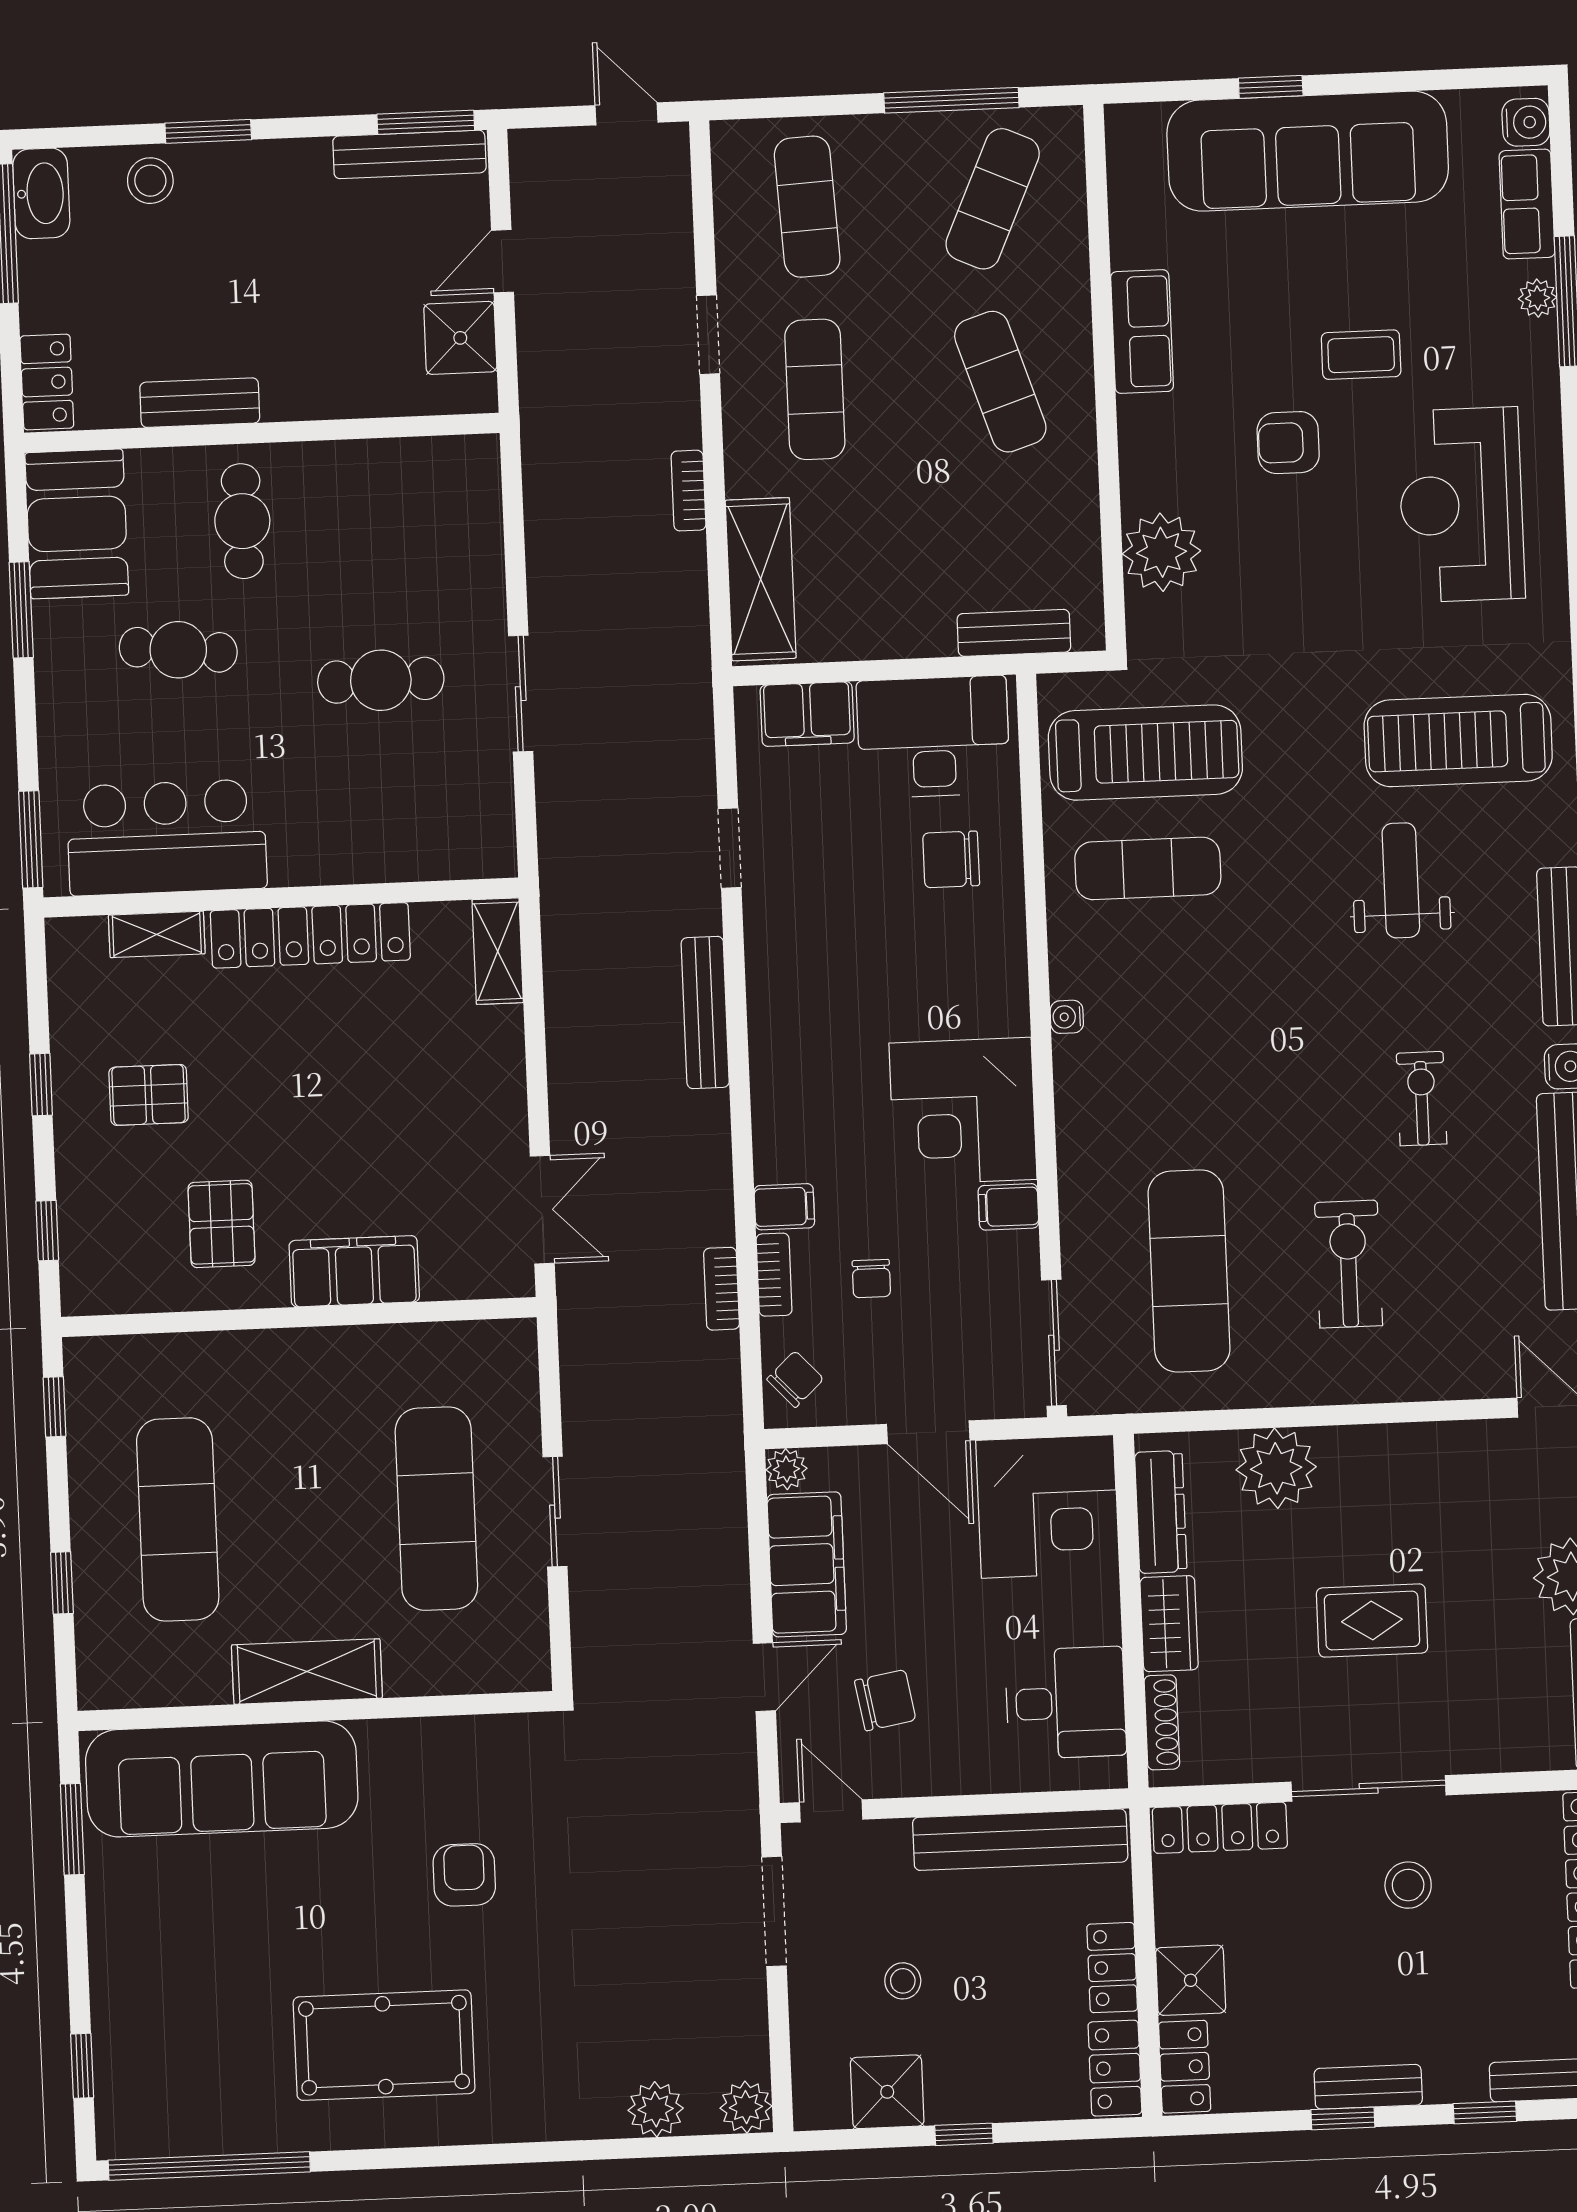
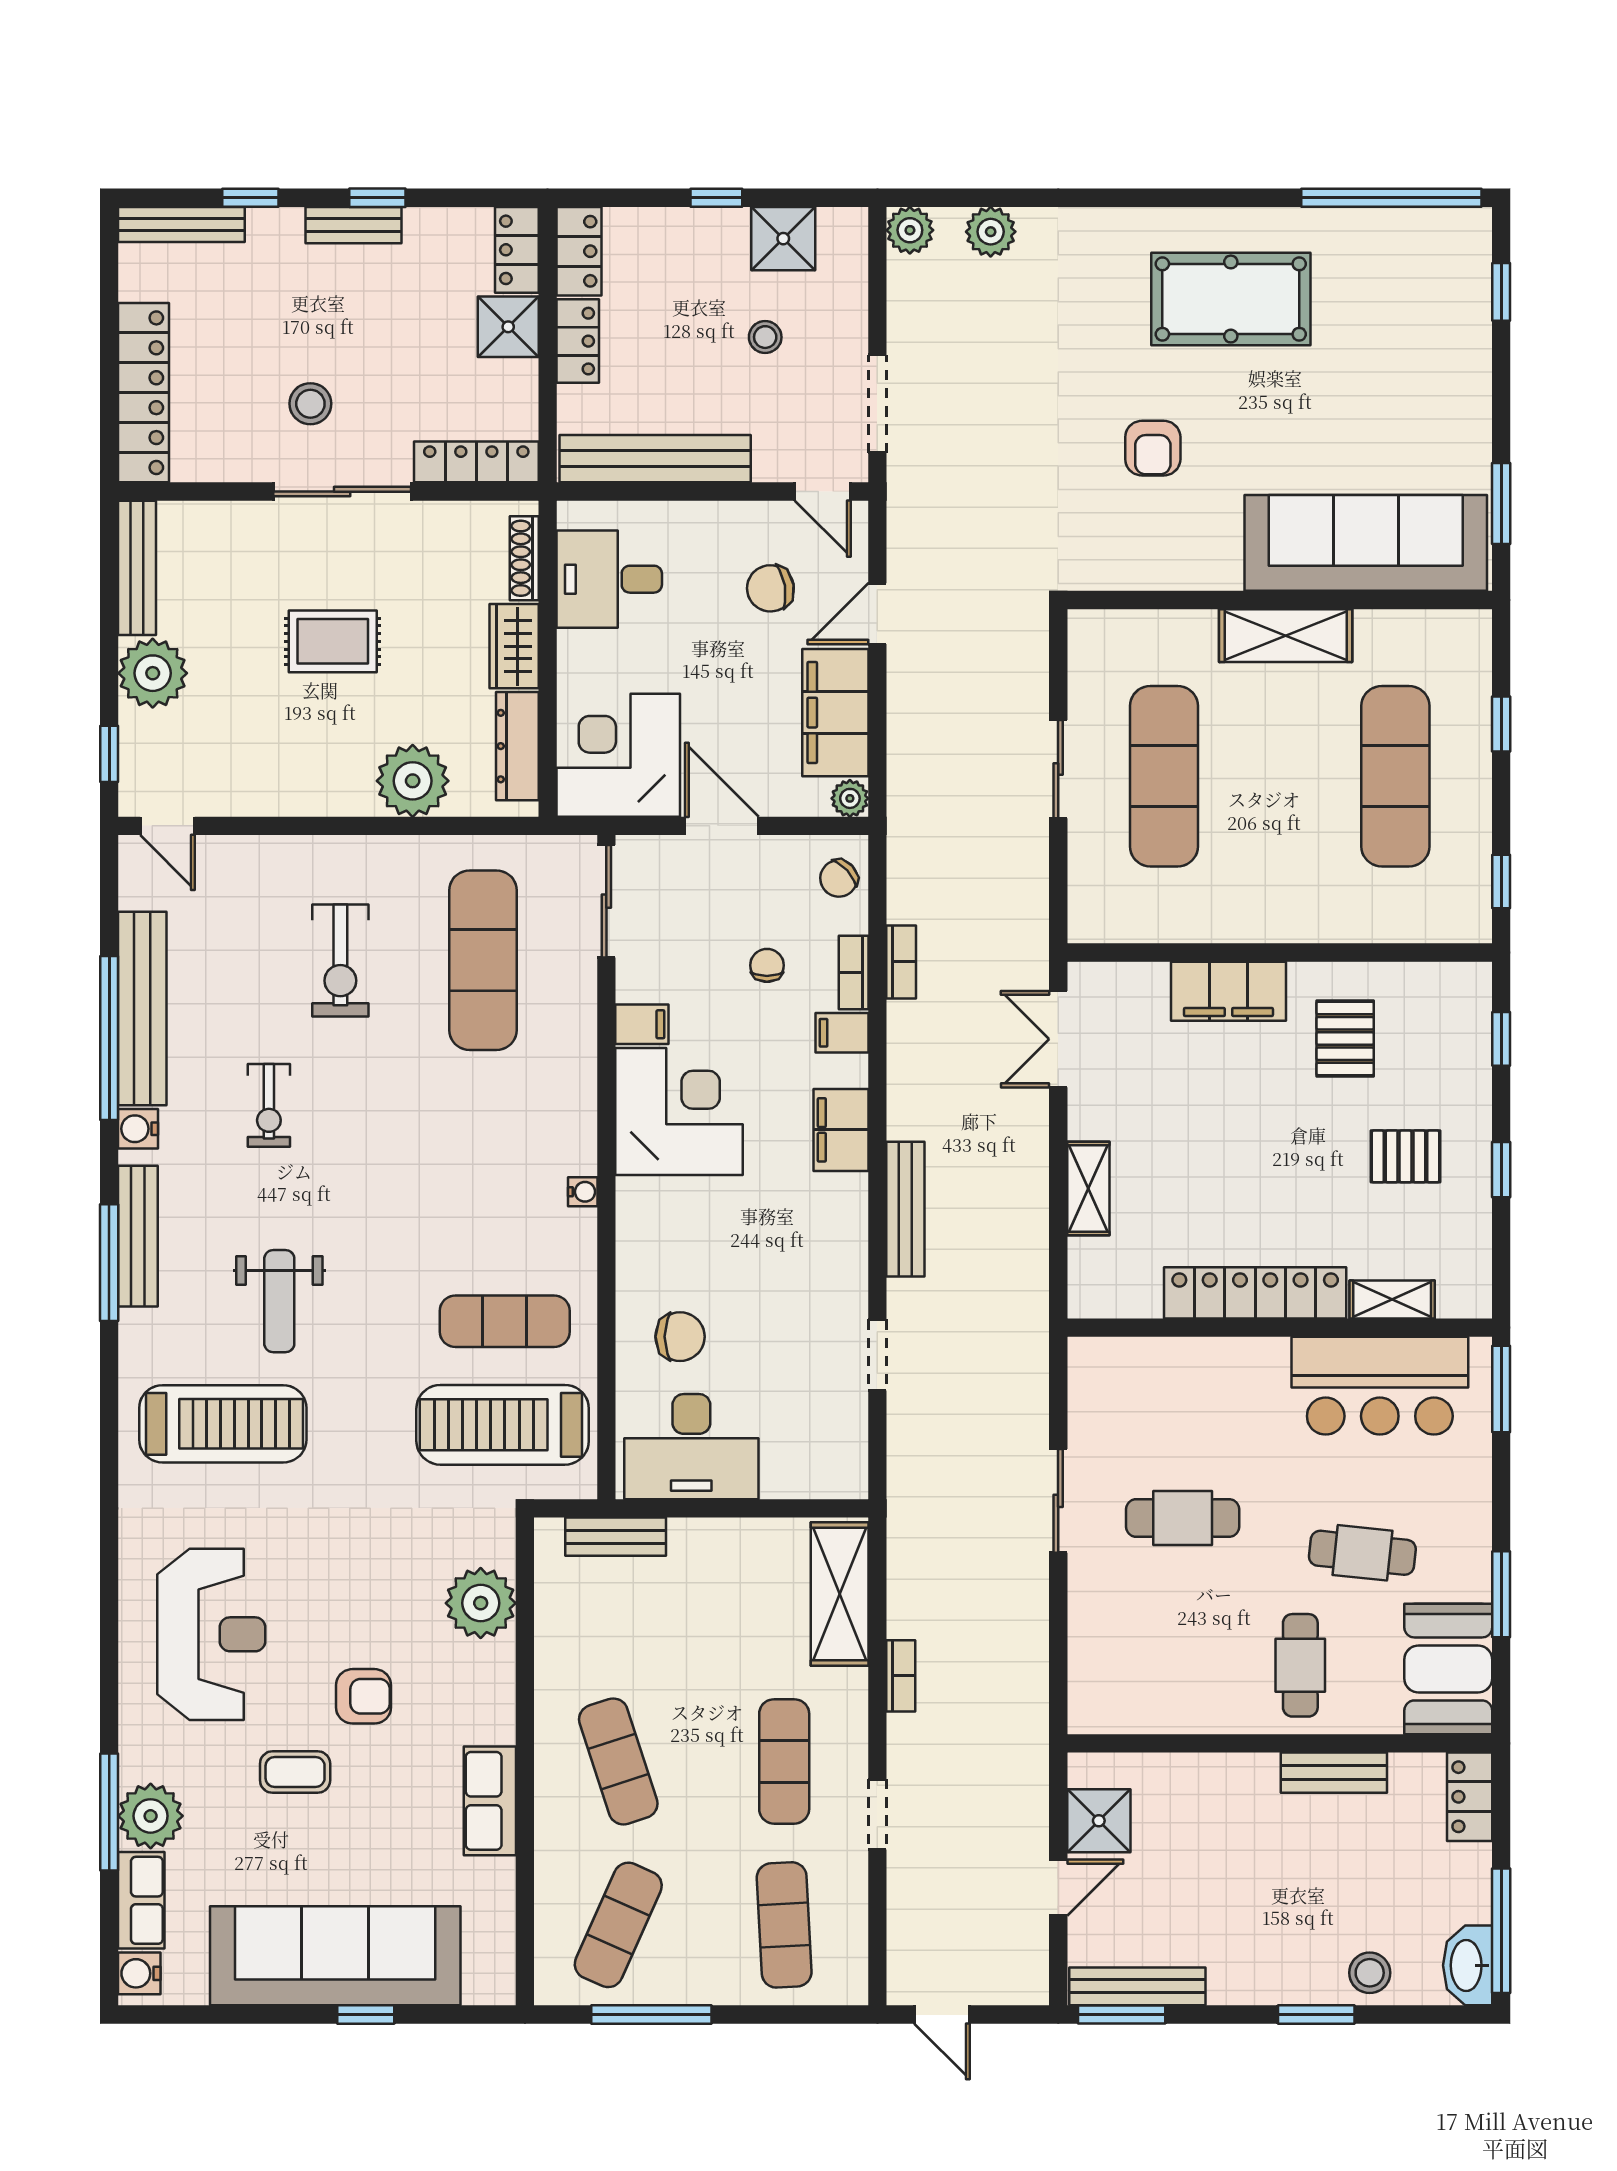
plant: (1537, 298) -> (151, 1816), width x1.88, depth x1.88
filing cabinet: (807, 714) -> (841, 1130), moved, turned -90
shelving: (498, 951) -> (1088, 1189), moved

